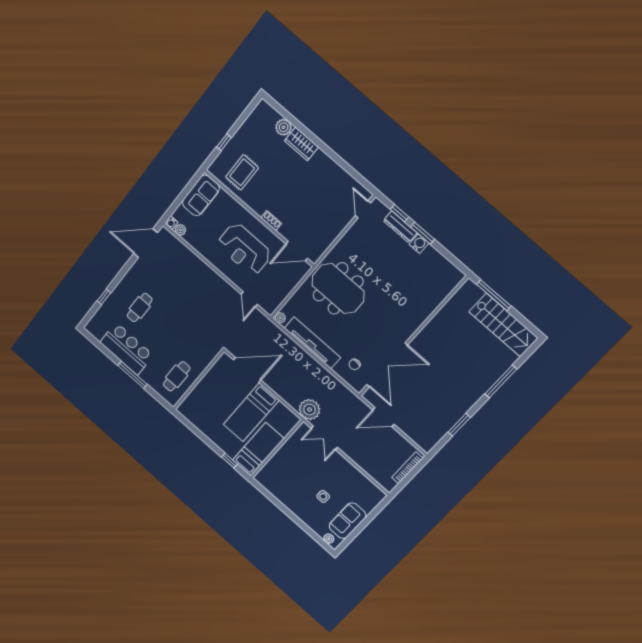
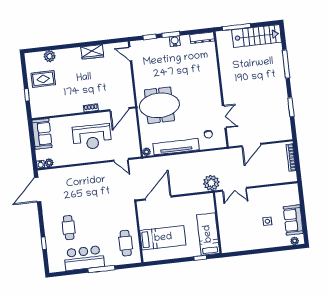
wardrobe: (302, 144) -> (92, 52), moved
rug: (242, 172) -> (43, 79), moved, turned 90
dresser: (400, 227) -> (202, 38), moved
double door: (387, 365) -> (224, 117), width x0.54
bed: (251, 412) -> (163, 238), moved, turned -90

